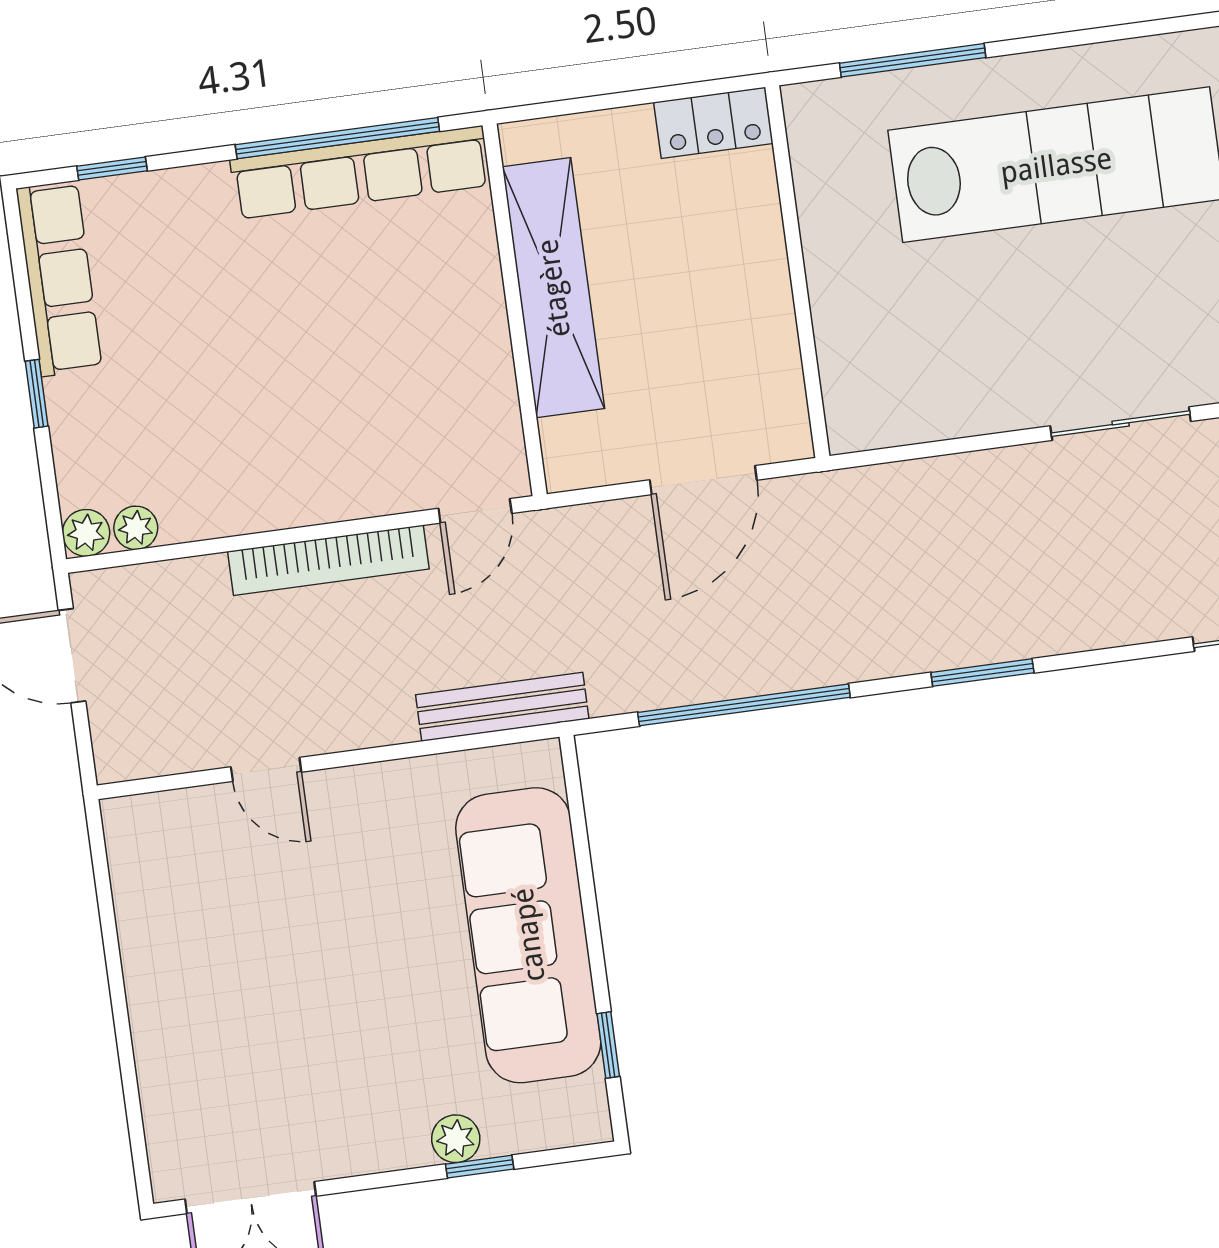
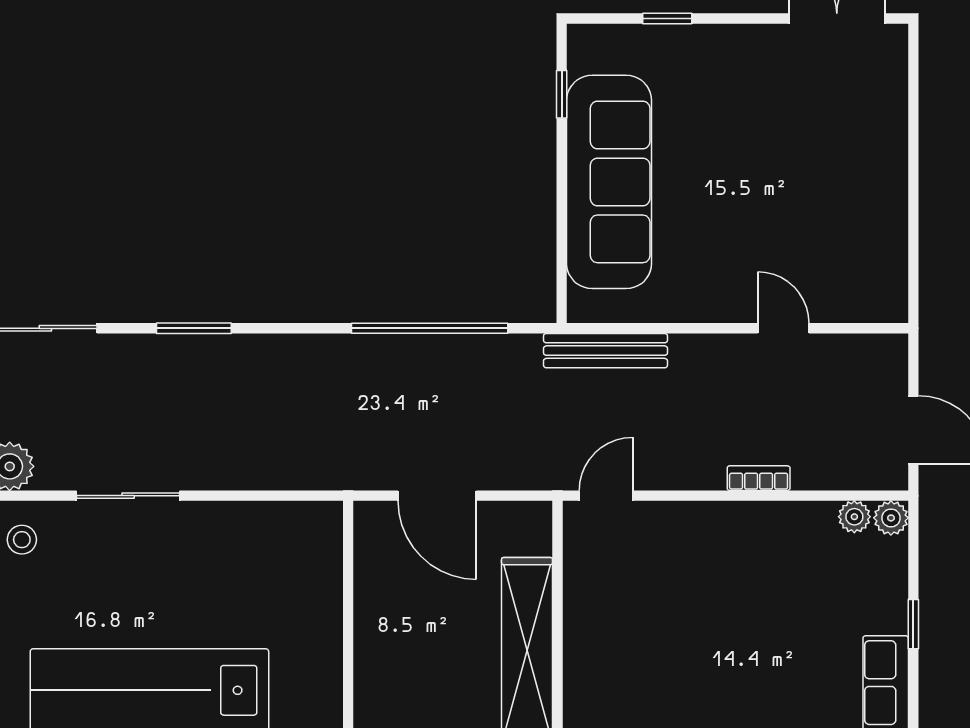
door: (703, 480) -> (437, 496), swing flipped
bookcase: (328, 560) -> (759, 478), width x0.43, depth x0.76
window: (982, 673) -> (194, 328), moved
plant: (456, 1139) -> (682, 41), removed

